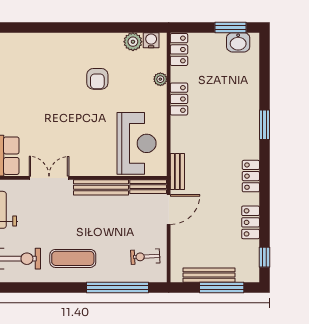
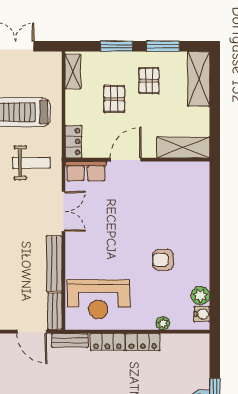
locker: (179, 49) -> (107, 342), moved

